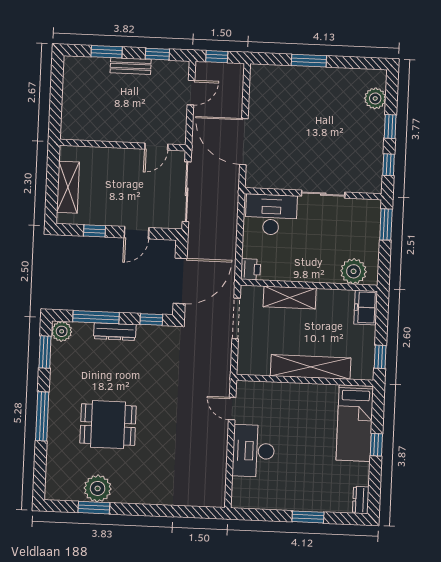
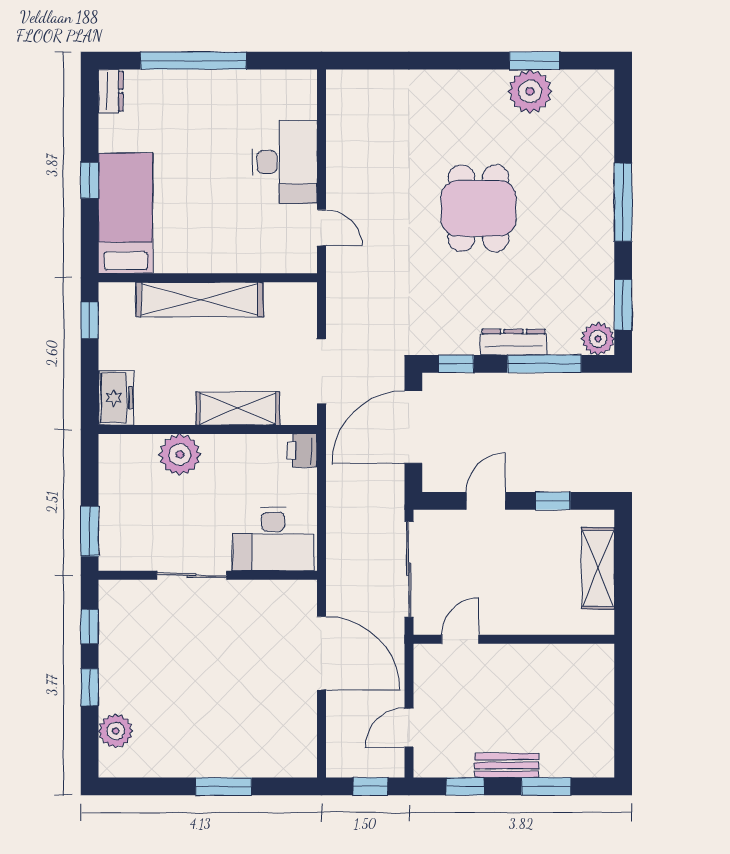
plant: (354, 271) -> (180, 455), moved
dining table: (108, 425) -> (479, 208), moved, turned 90
window: (308, 517) -> (193, 61), width x2.11

